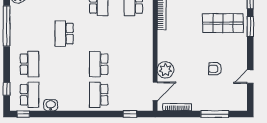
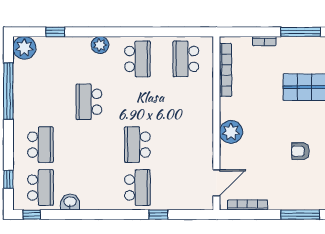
plant: (166, 70) -> (231, 132), moved
school desk: (99, 95) -> (137, 188), turned 180
window: (130, 114) -> (158, 215), moved

